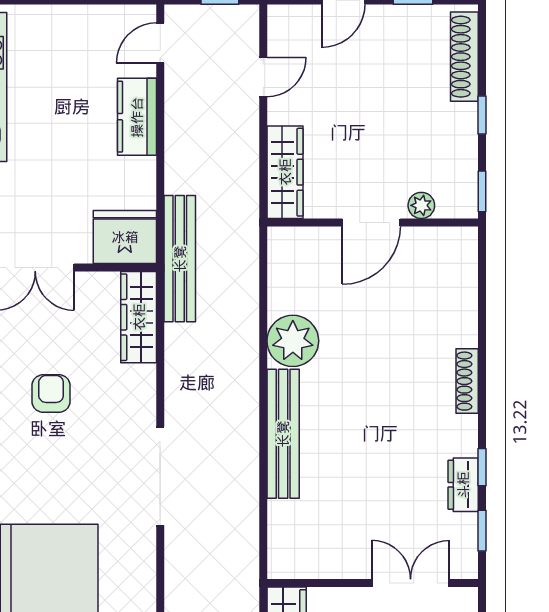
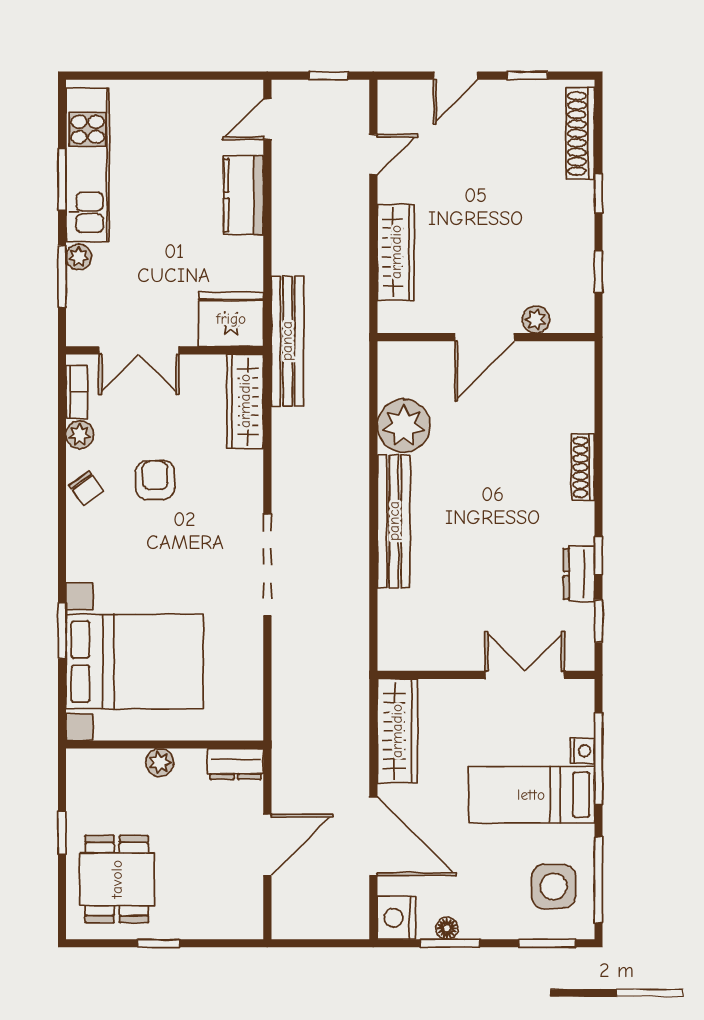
plant: (421, 205) -> (536, 320), moved
door: (371, 223) -> (484, 337), moved
wall: (373, 223) -> (486, 337), moved

